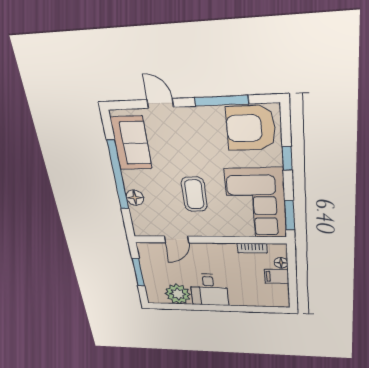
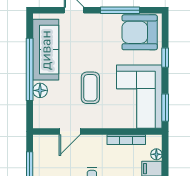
sofa: (131, 143) -> (46, 50), width x1.36
bookcase: (252, 248) -> (126, 140), width x1.56

